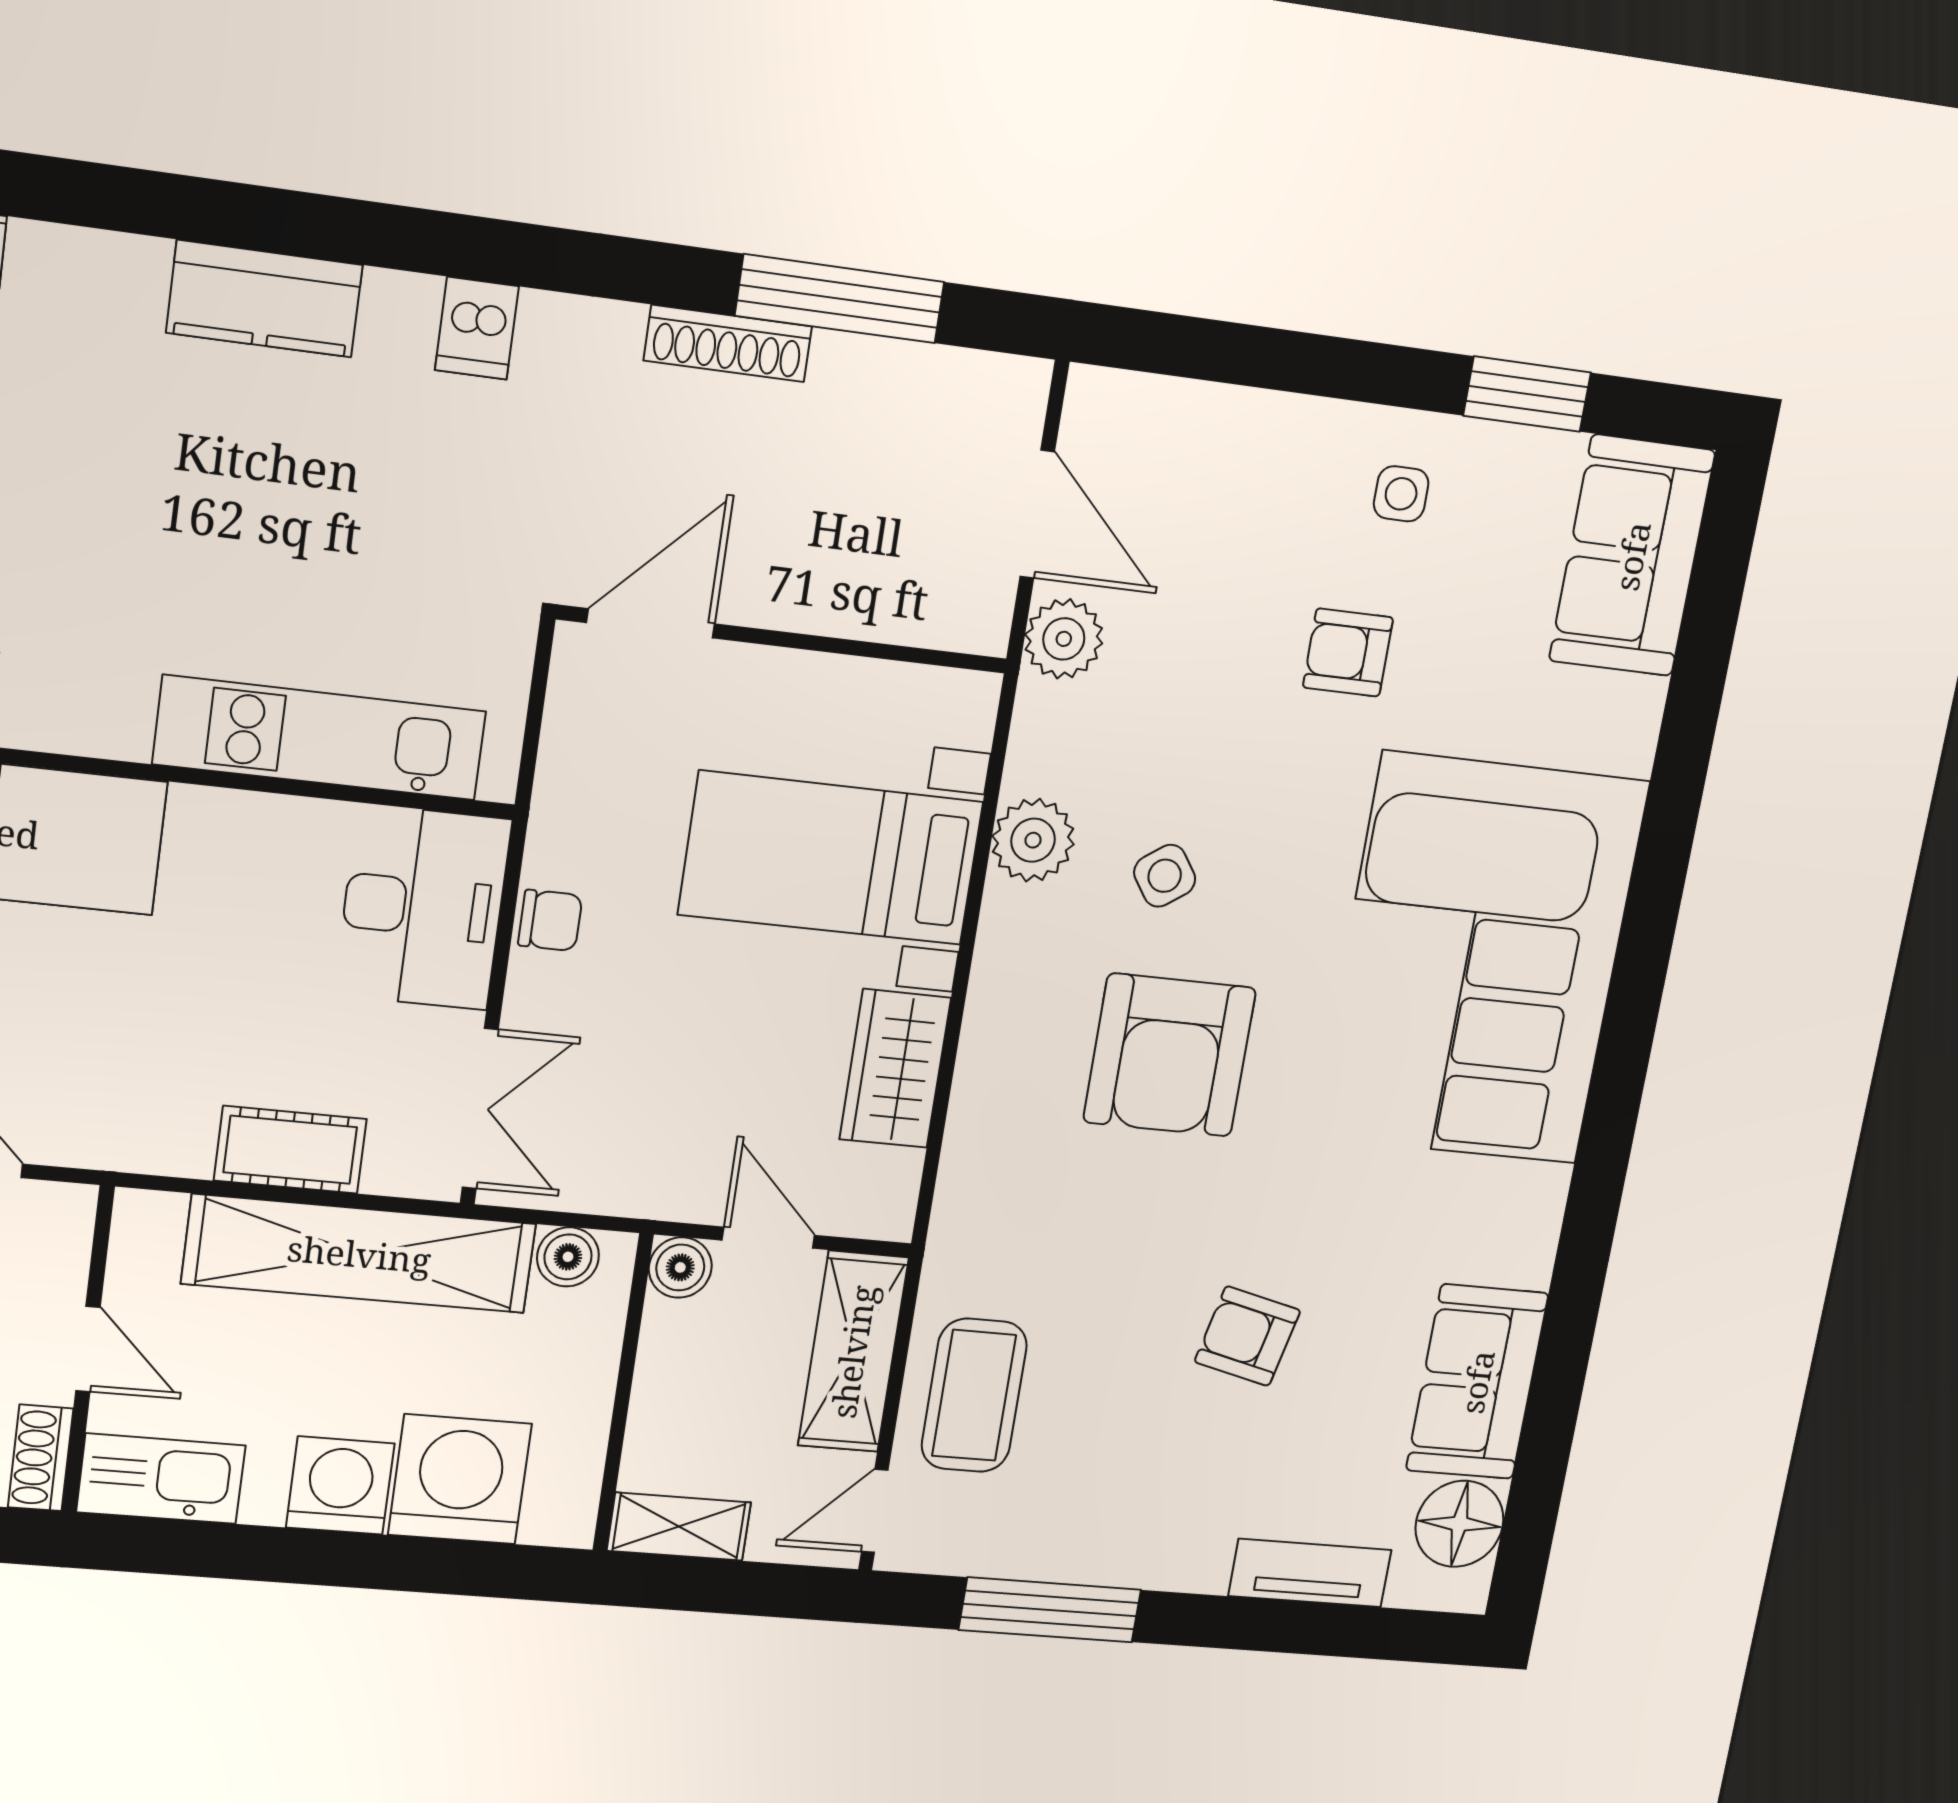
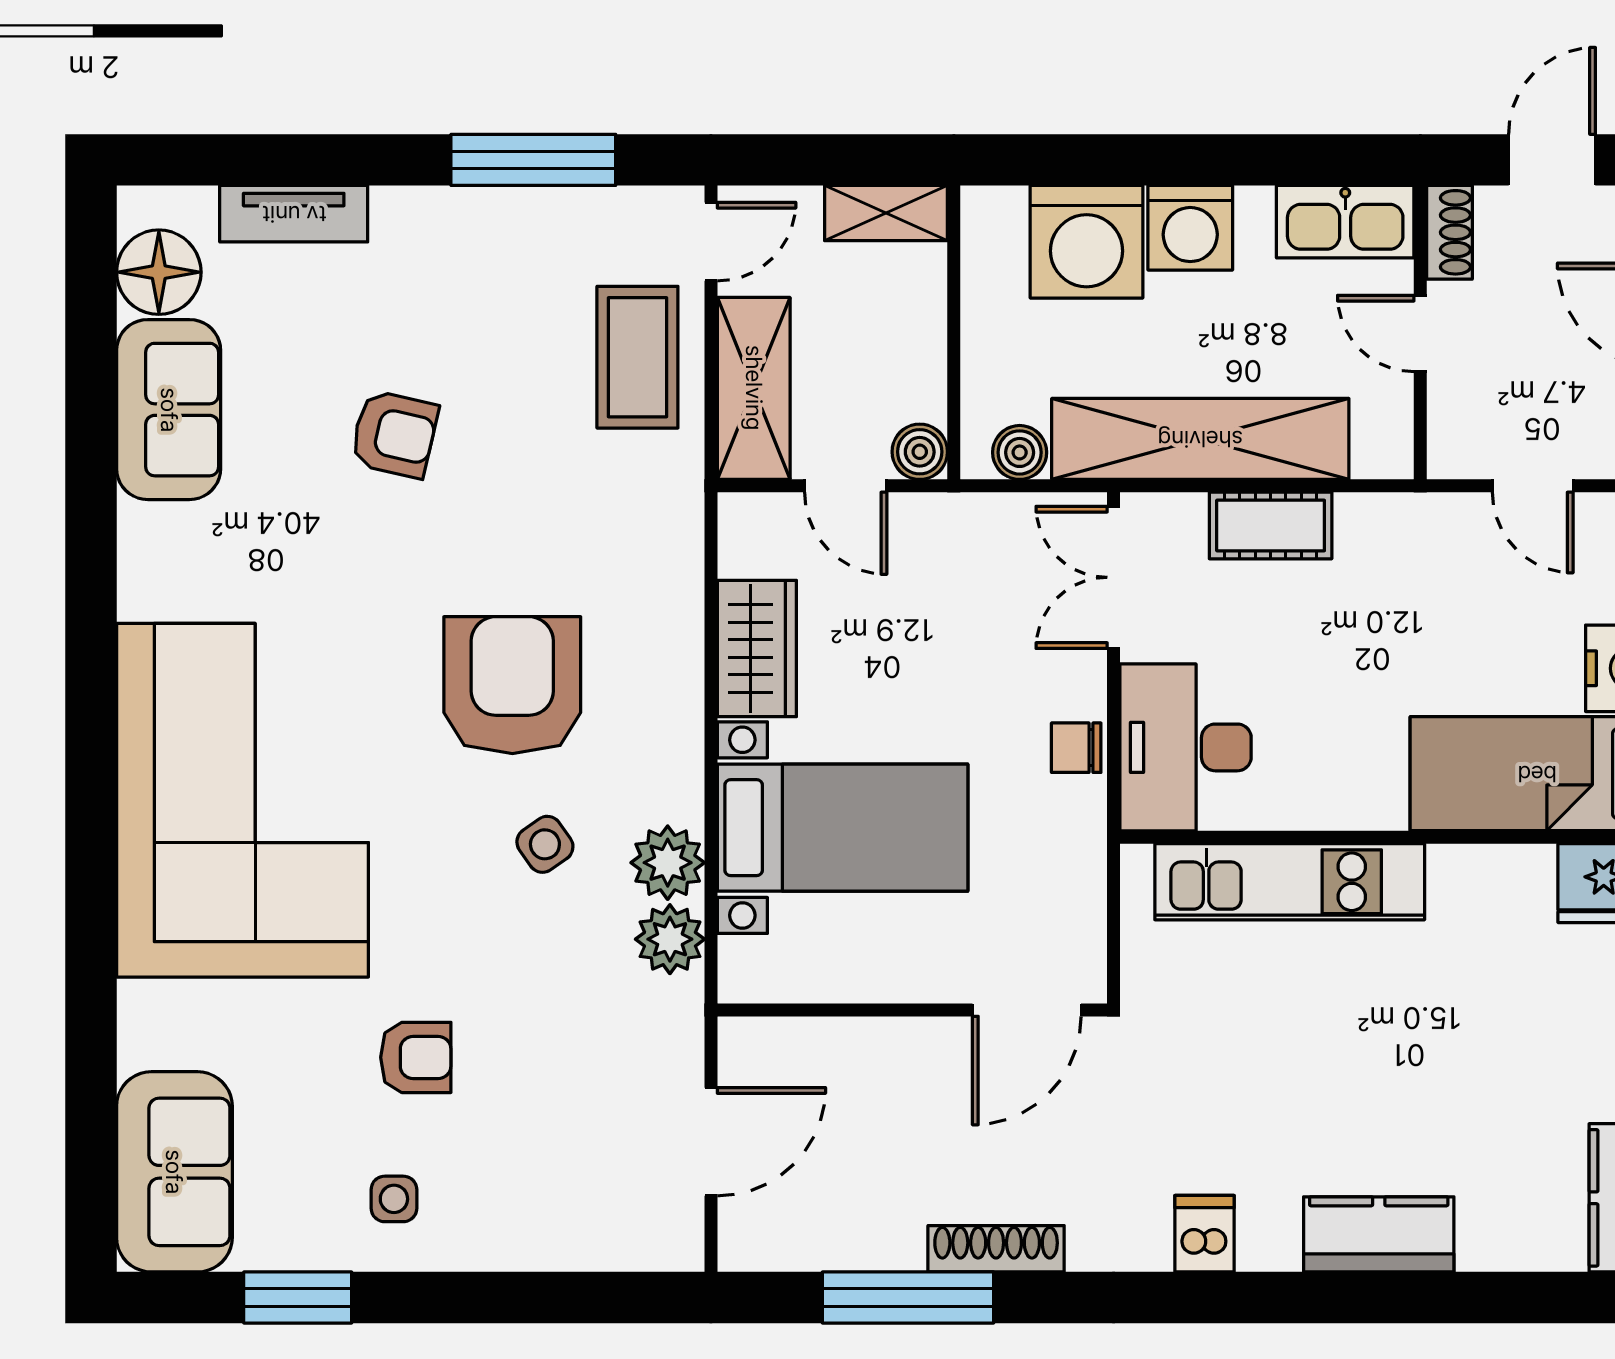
door: (1037, 514) -> (711, 1142), swing flipped
plant: (1064, 639) -> (670, 939), moved

